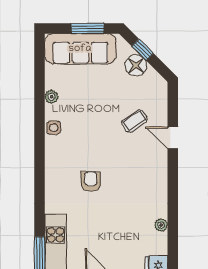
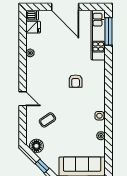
floor lamp: (136, 65) -> (36, 146), moved
door: (173, 138) -> (23, 99), moved

